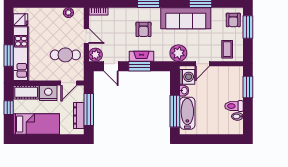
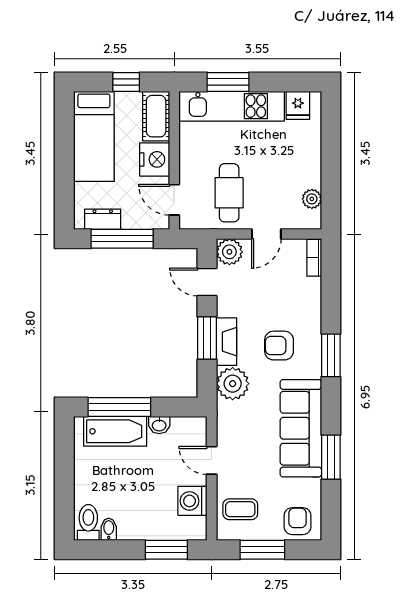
armchair: (233, 20) -> (297, 521), turned 90
window: (248, 27) -> (262, 550), moved
plant: (178, 53) -> (233, 384), moved
door: (111, 66) -> (207, 282), hinge flipped
washing machine: (187, 77) -> (192, 501), moved, turned 90
toilet: (234, 106) -> (88, 522), moved
dresser: (79, 116) -> (103, 219), width x0.70

